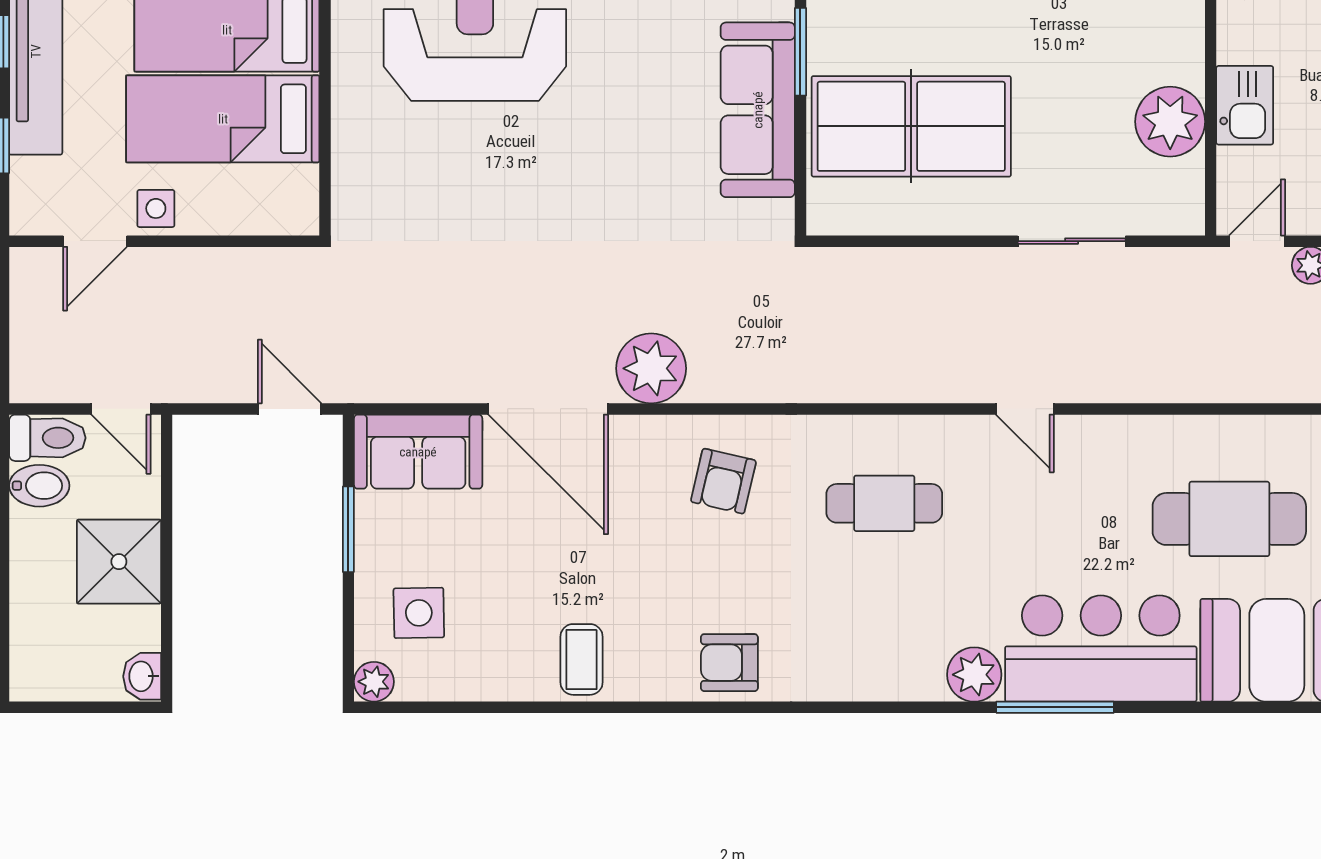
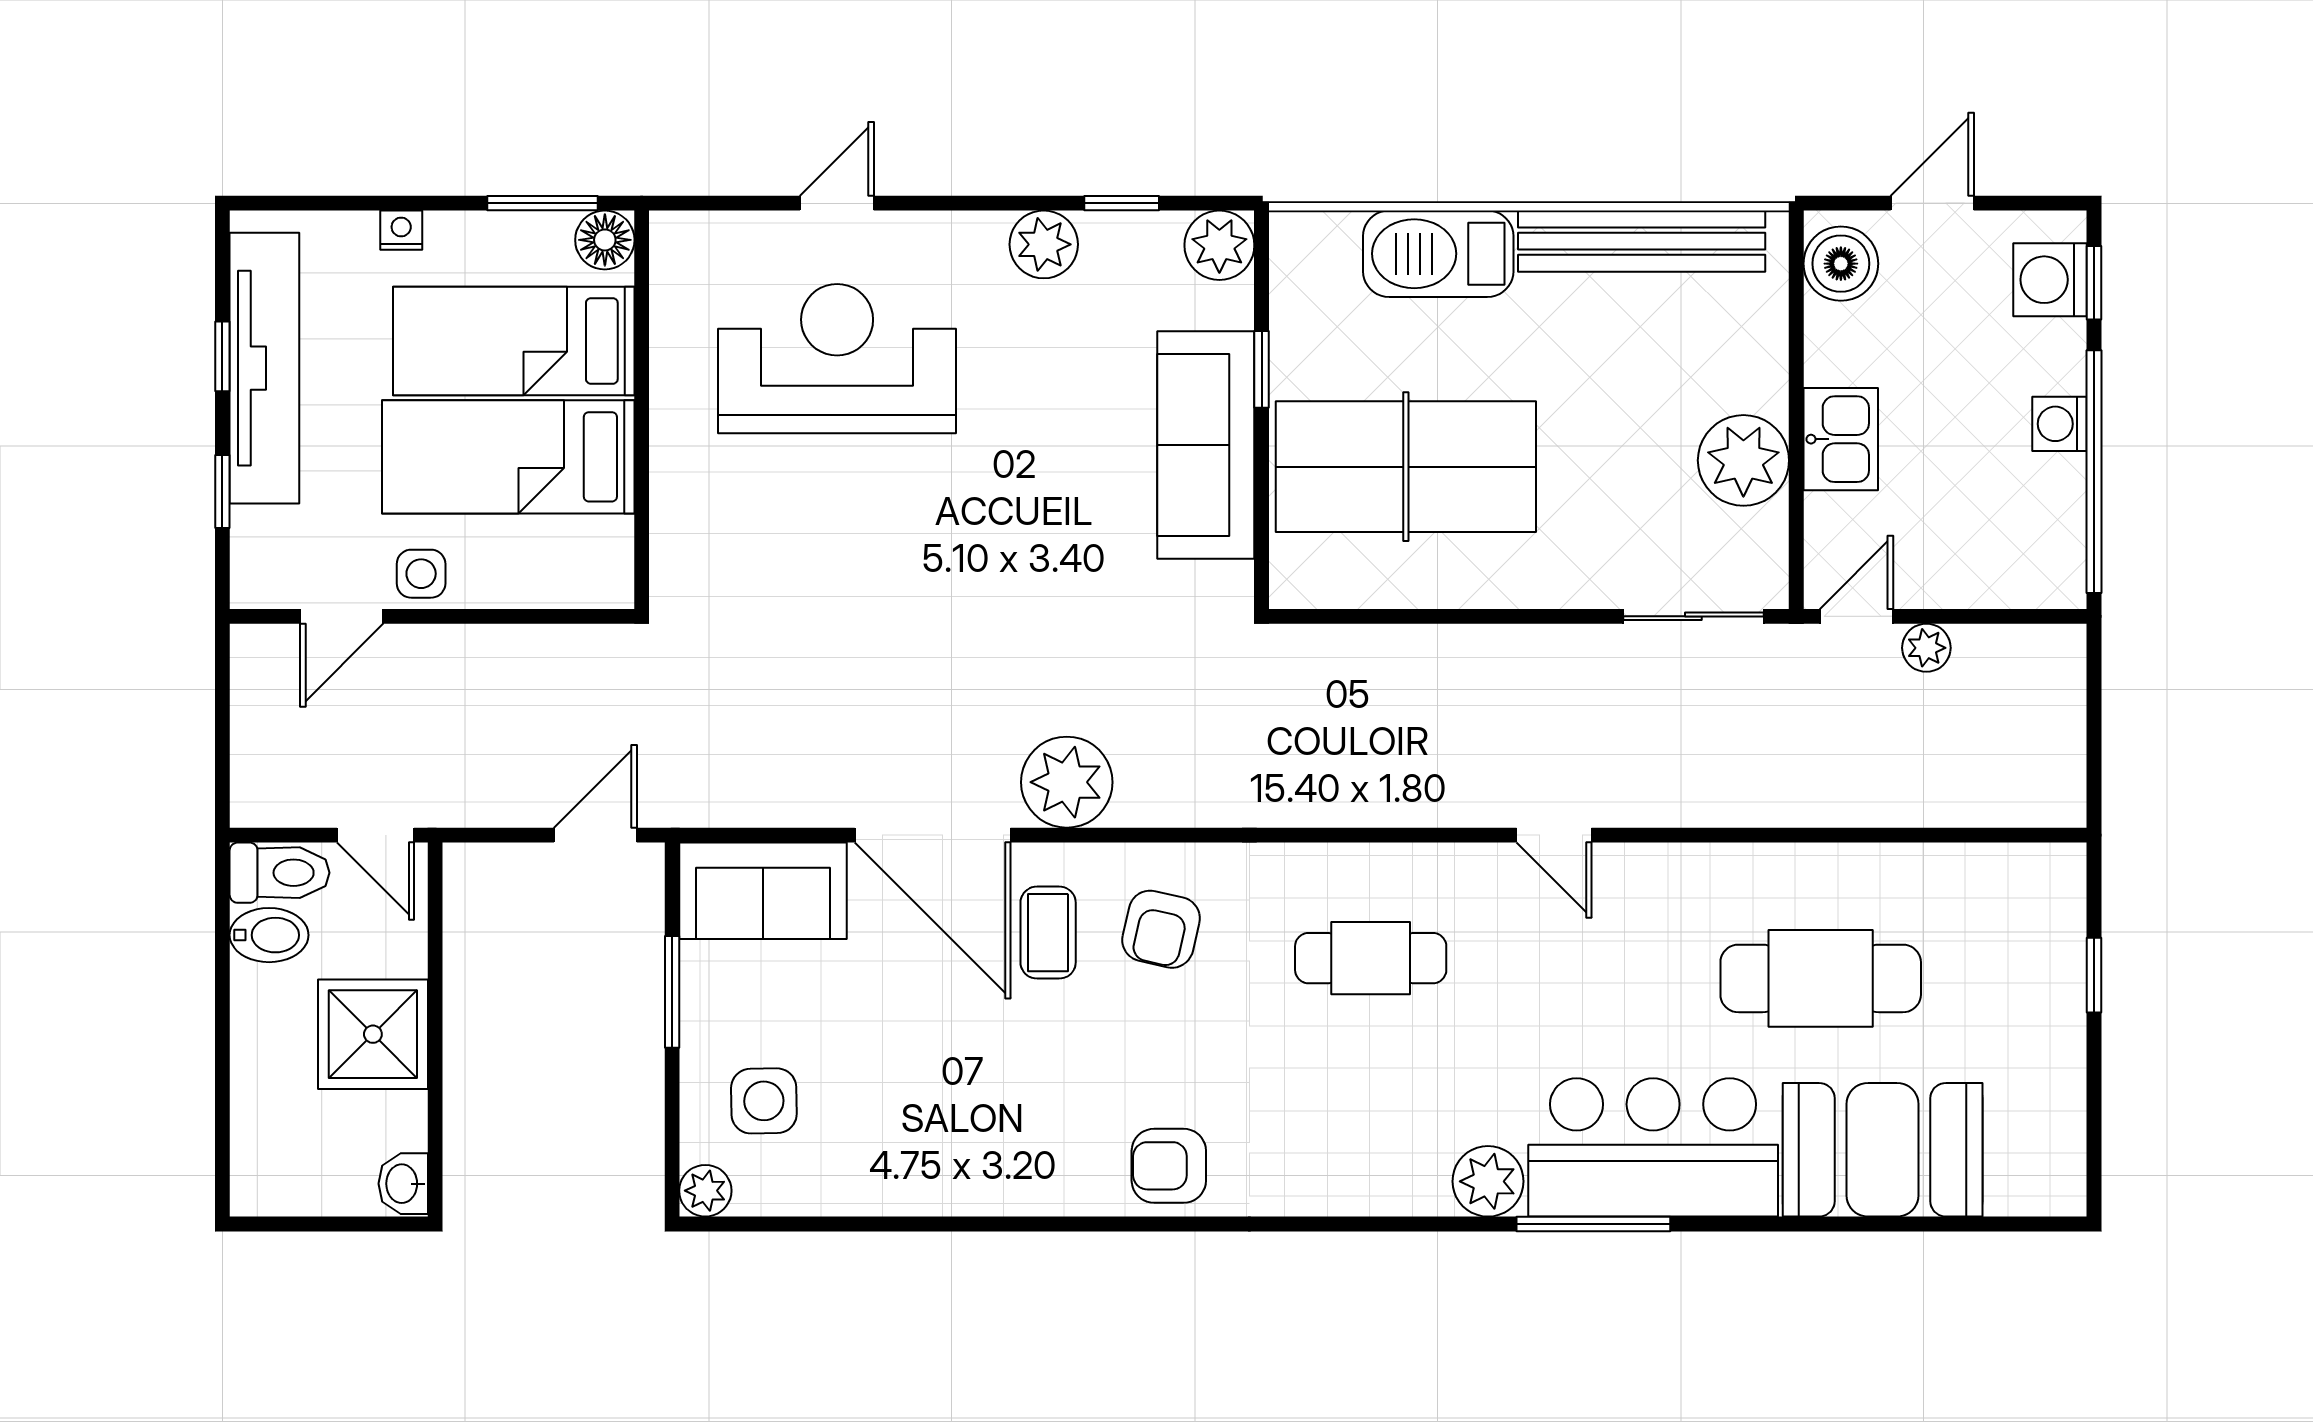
window: (800, 52) -> (1262, 369), width x0.67
sliding door: (1072, 241) -> (1693, 616), moved
door: (290, 409) -> (595, 835), hinge flipped
coffee table: (582, 659) -> (1048, 933), moved

